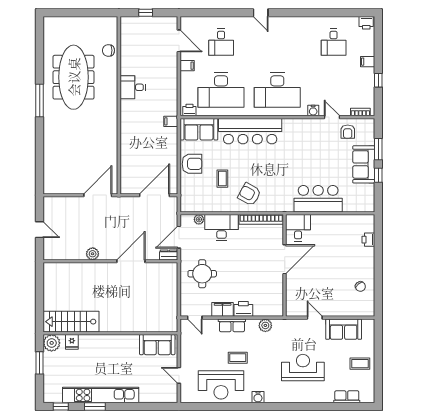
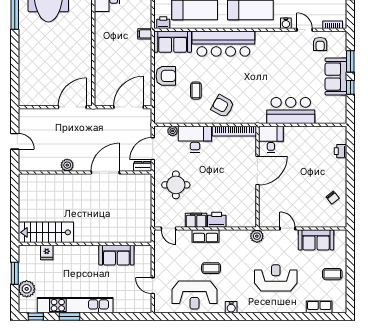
plant: (265, 325) -> (257, 236), moved
plant: (52, 343) -> (27, 289), moved
sofa: (157, 345) -> (116, 255), moved

